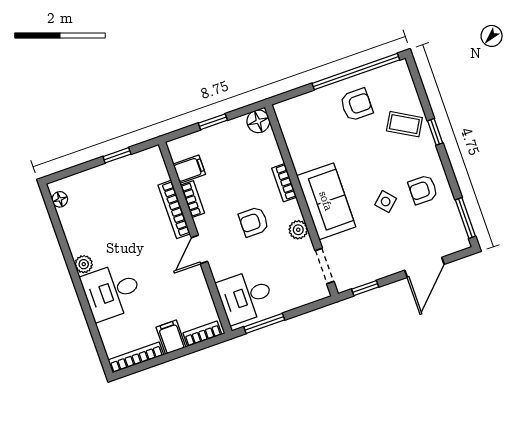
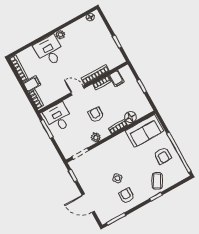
floor lamp: (258, 121) -> (130, 117), moved
sofa: (326, 201) -> (144, 131), moved

